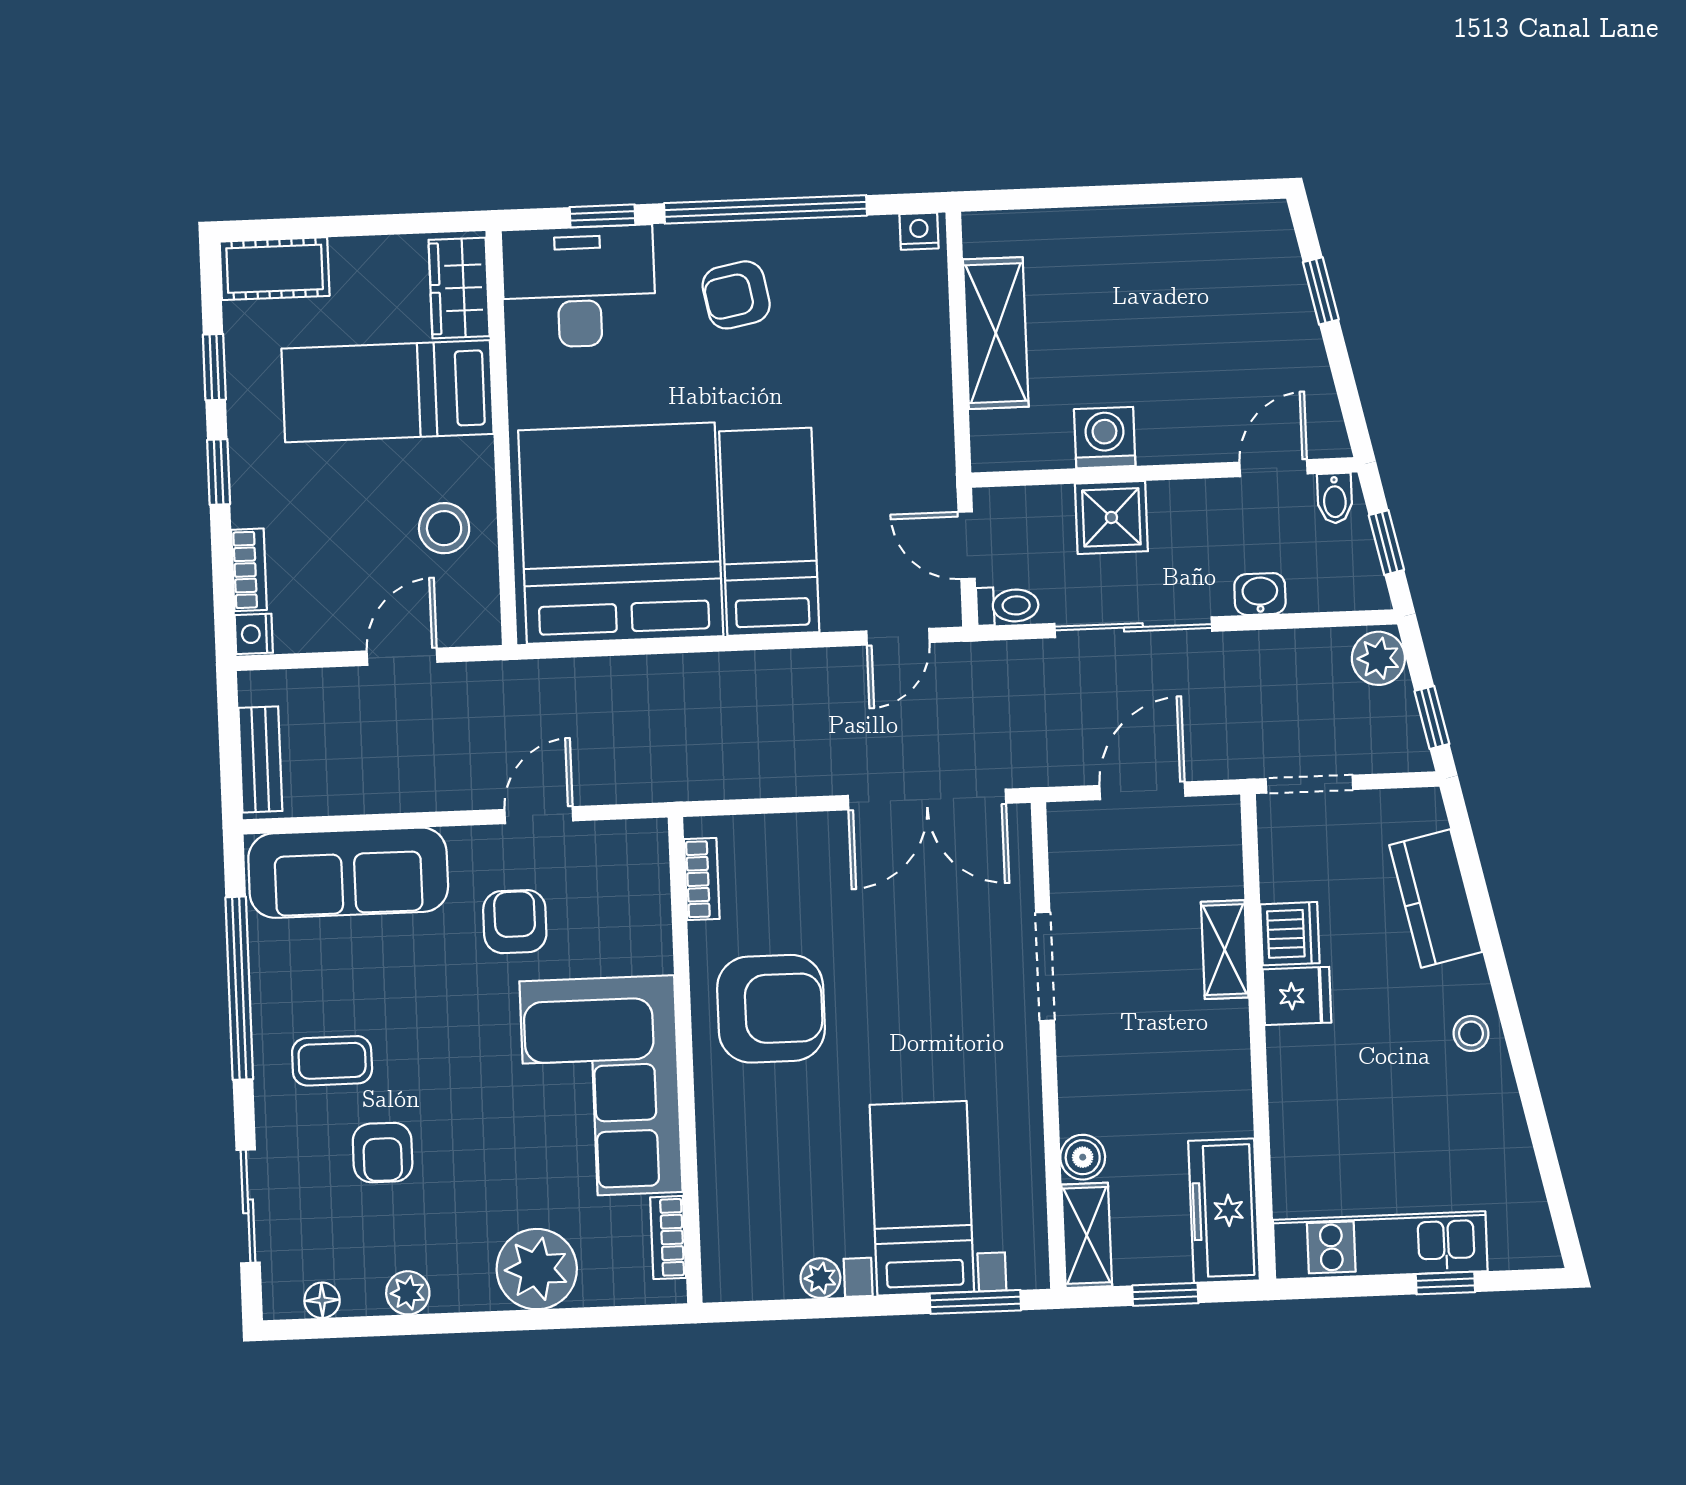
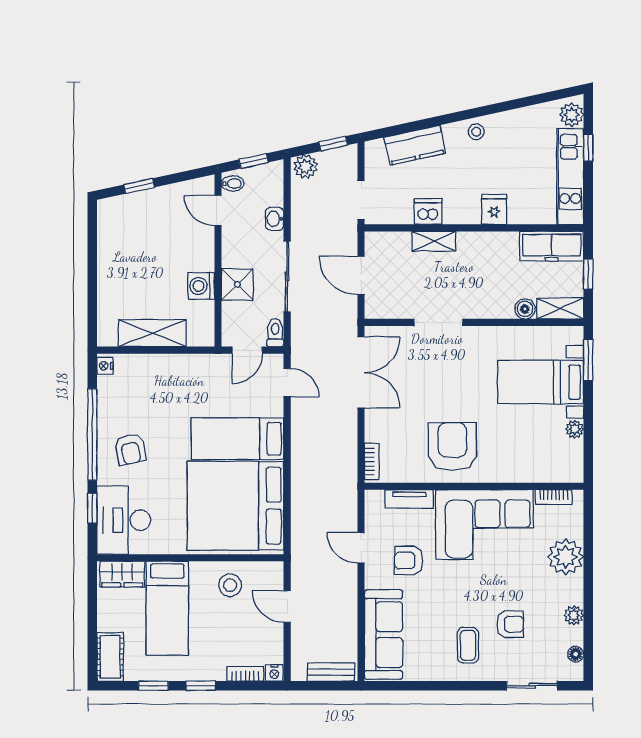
bookcase: (702, 879) -> (372, 462), moved, turned 90
tv unit: (651, 918) -> (409, 499), added
window: (239, 988) -> (434, 686), removed
fridge: (1297, 996) -> (494, 209), moved
plant: (1517, 1243) -> (572, 115), added

